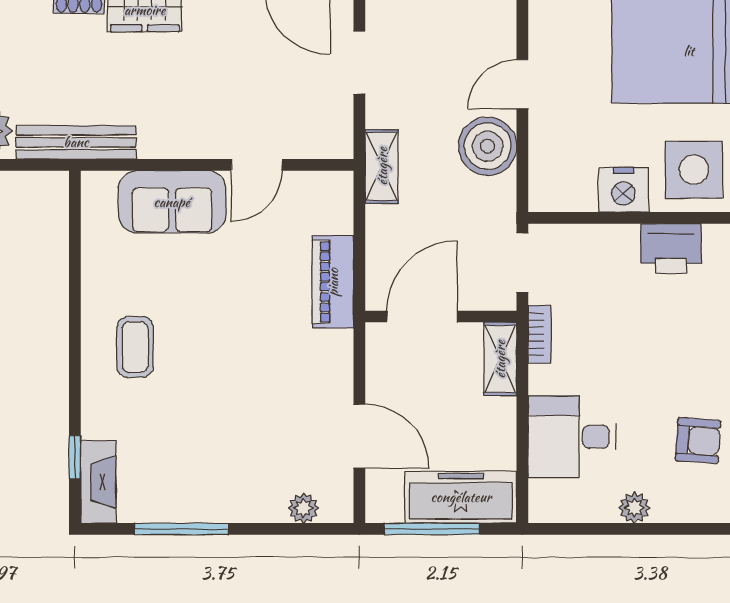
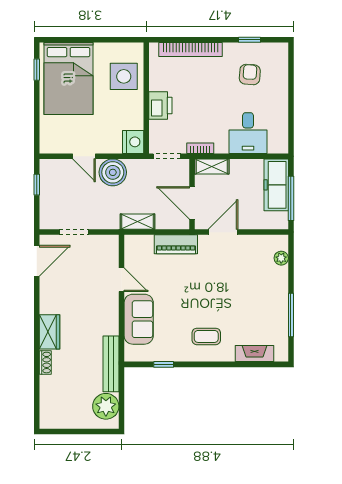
shelving: (382, 166) -> (138, 222), moved
nightstand: (623, 190) -> (133, 142), moved
printer: (671, 248) -> (160, 105), moved
door: (359, 436) -> (223, 232), moved
window: (75, 457) -> (164, 364), moved
fireplace: (98, 482) -> (255, 354), moved
plant: (634, 508) -> (281, 104), removed

